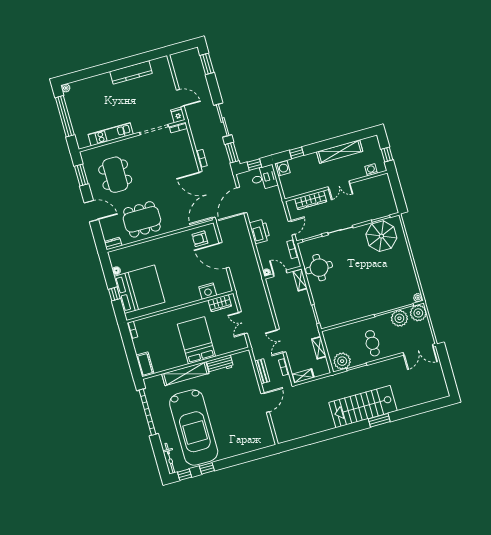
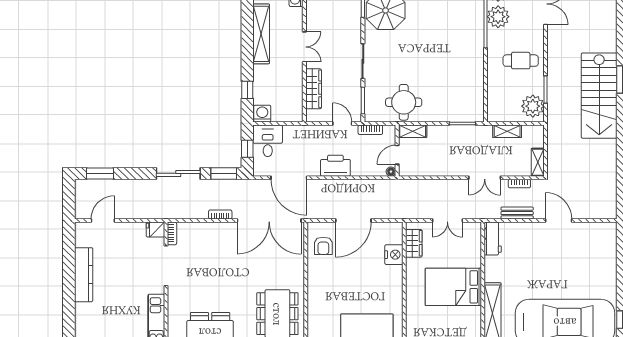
door: (180, 98) -> (103, 221), moved
workbench: (220, 364) -> (493, 239), moved

